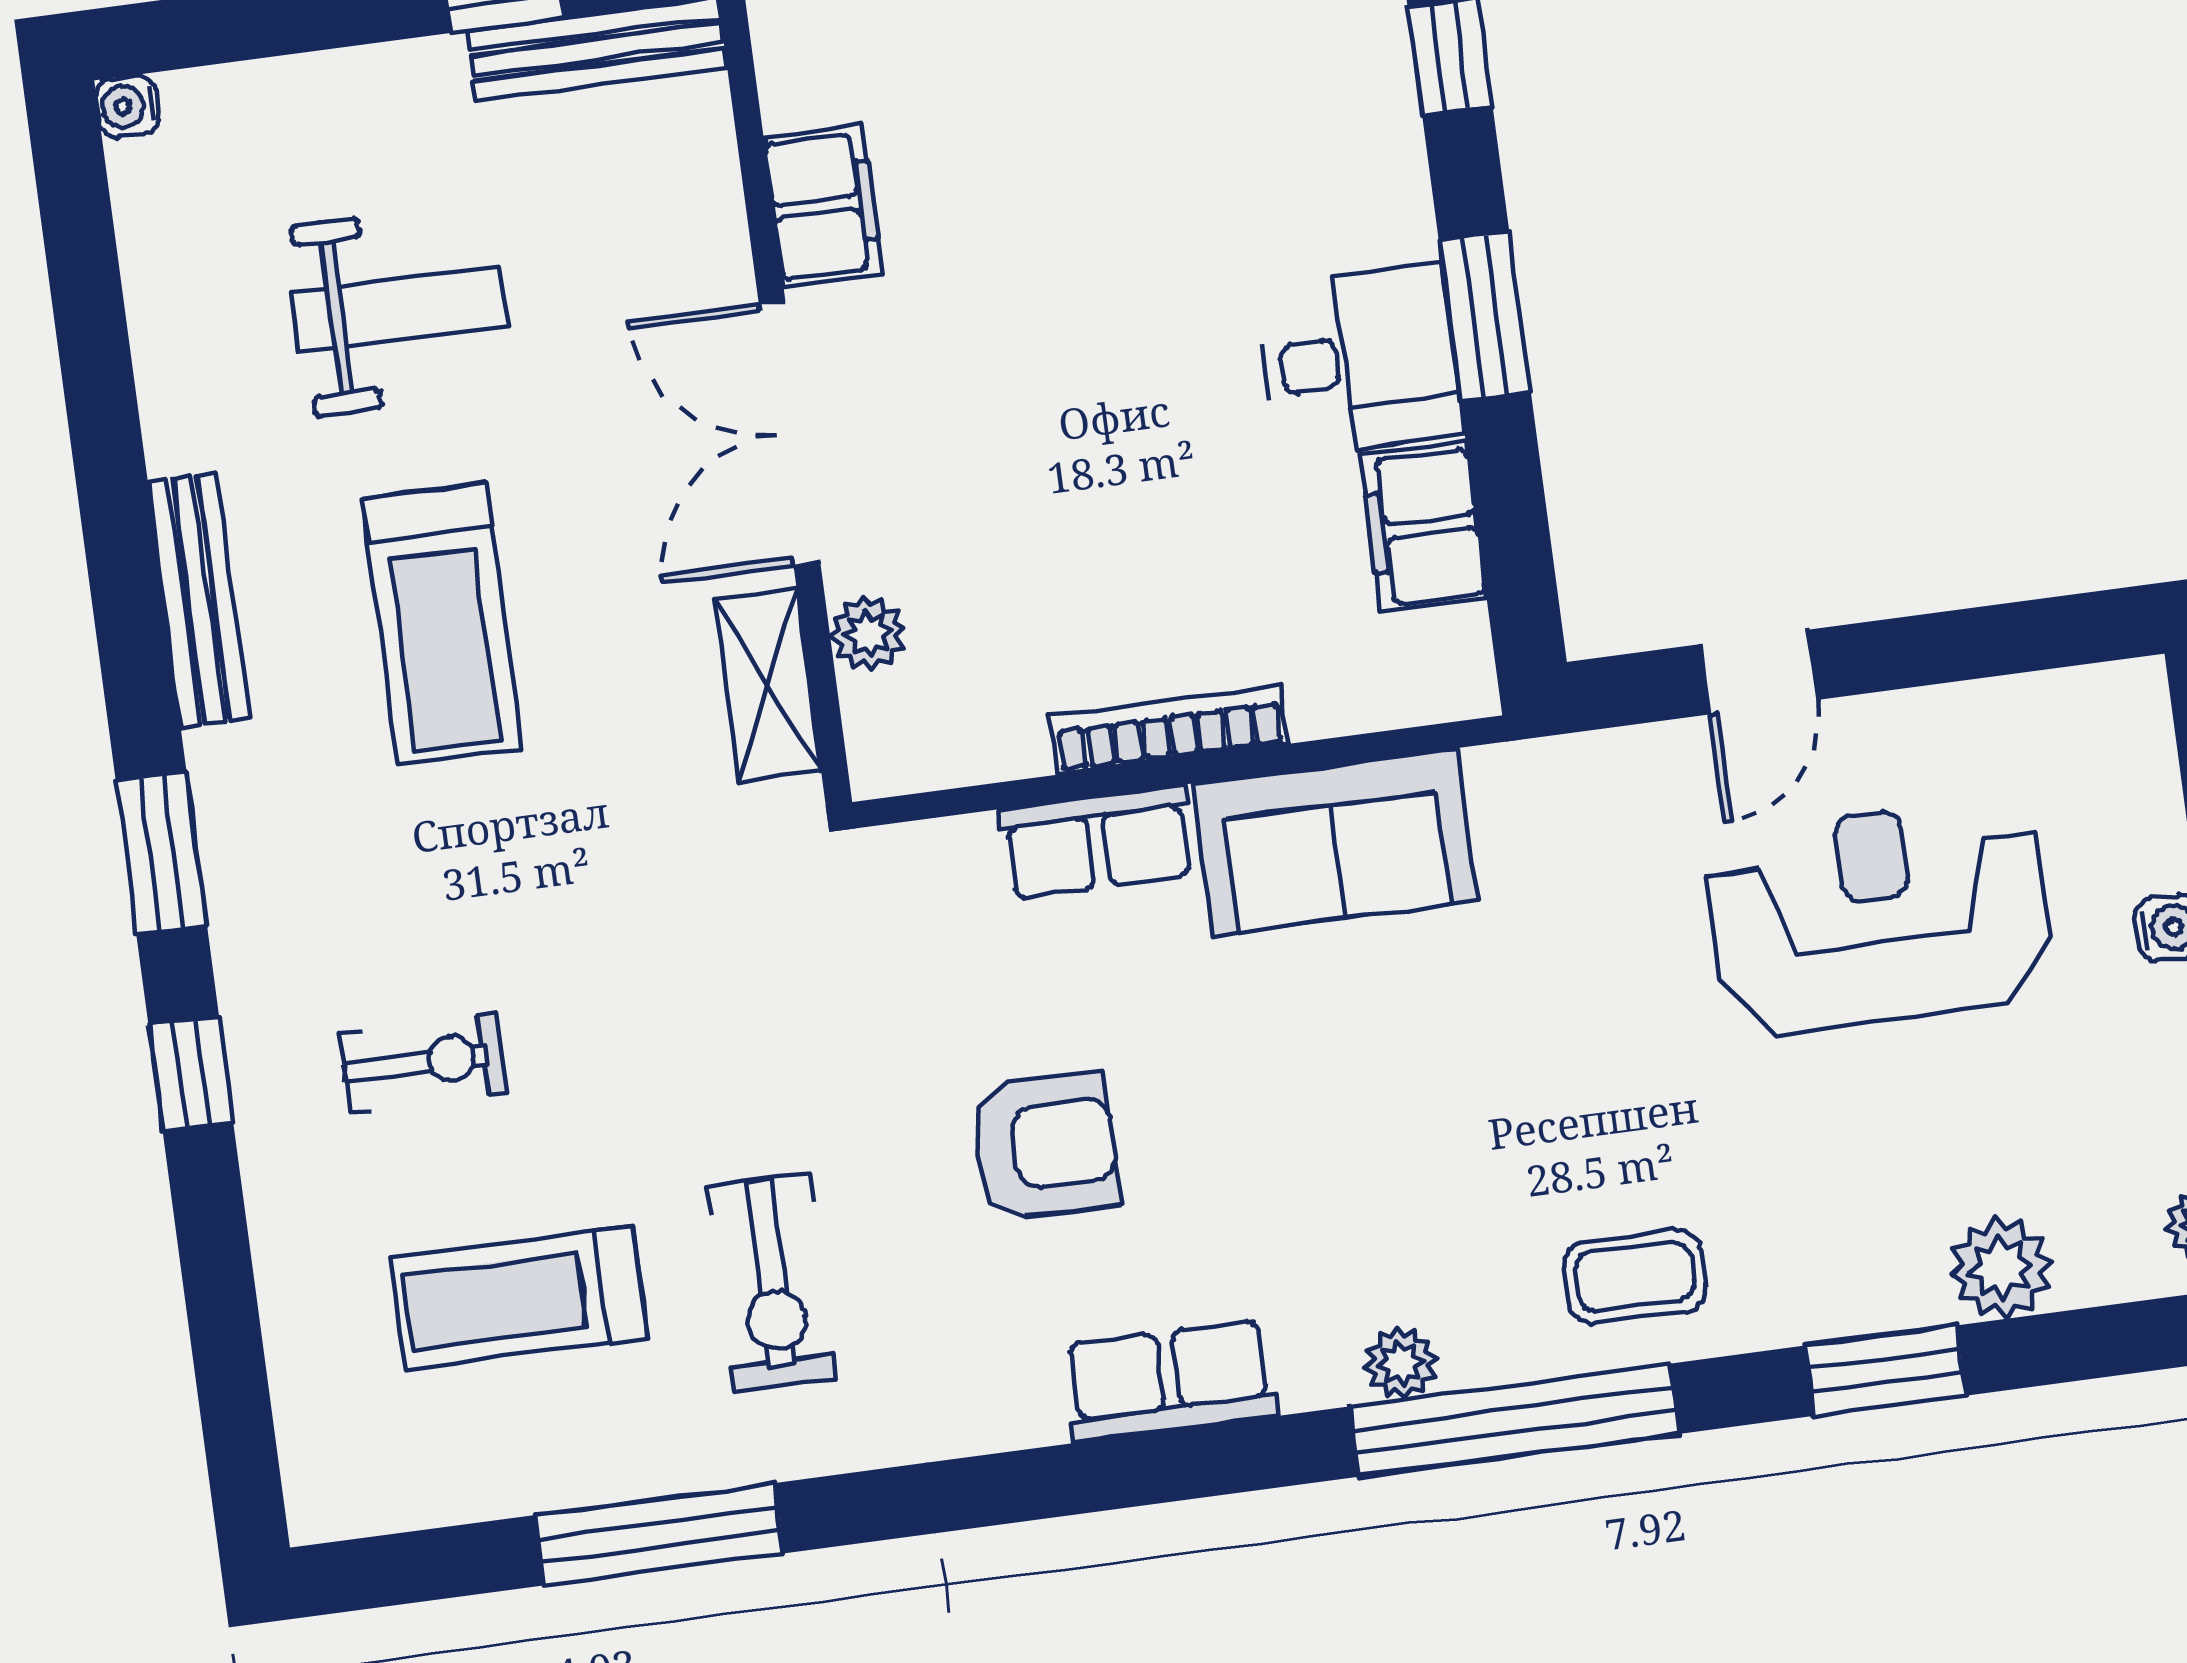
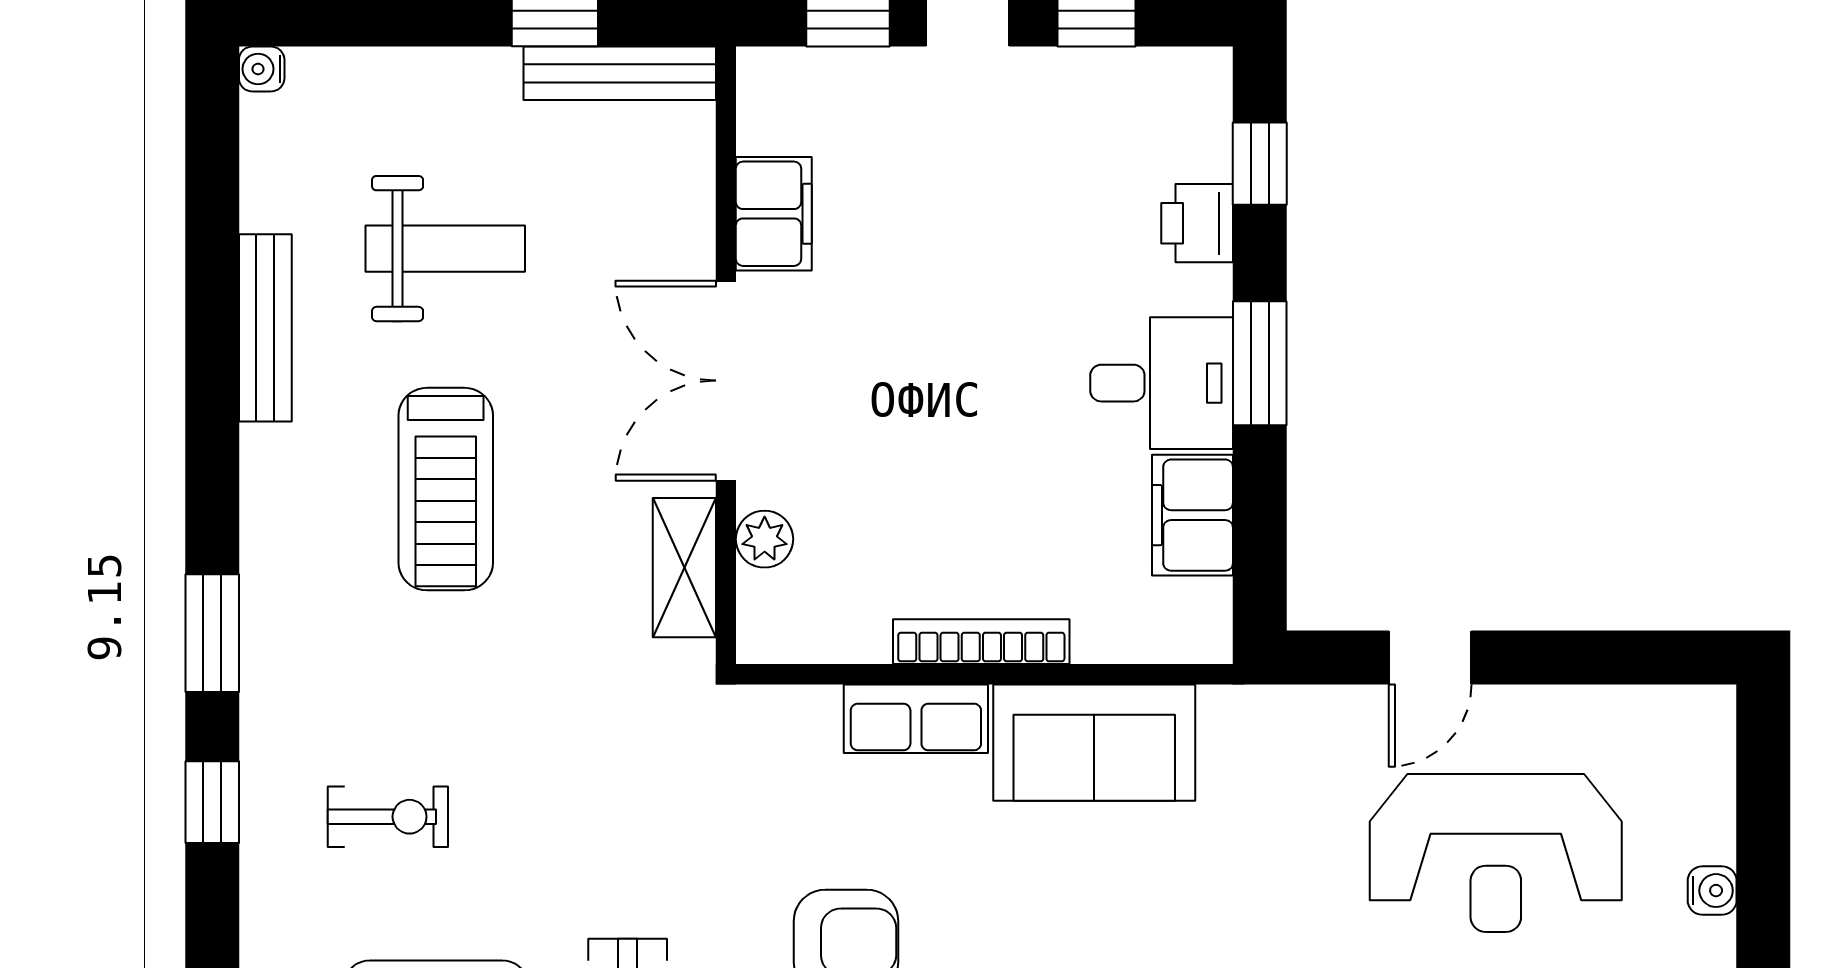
printer: (1379, 145) -> (1197, 223), added
bench: (198, 599) -> (265, 328), moved
reception desk: (1879, 916) -> (1496, 853), turned 180

